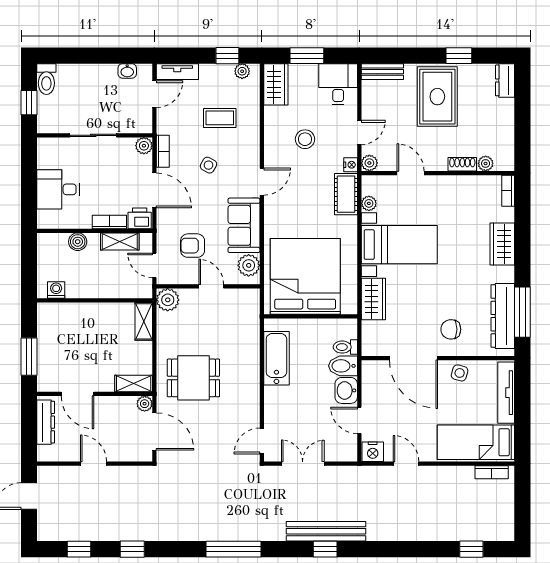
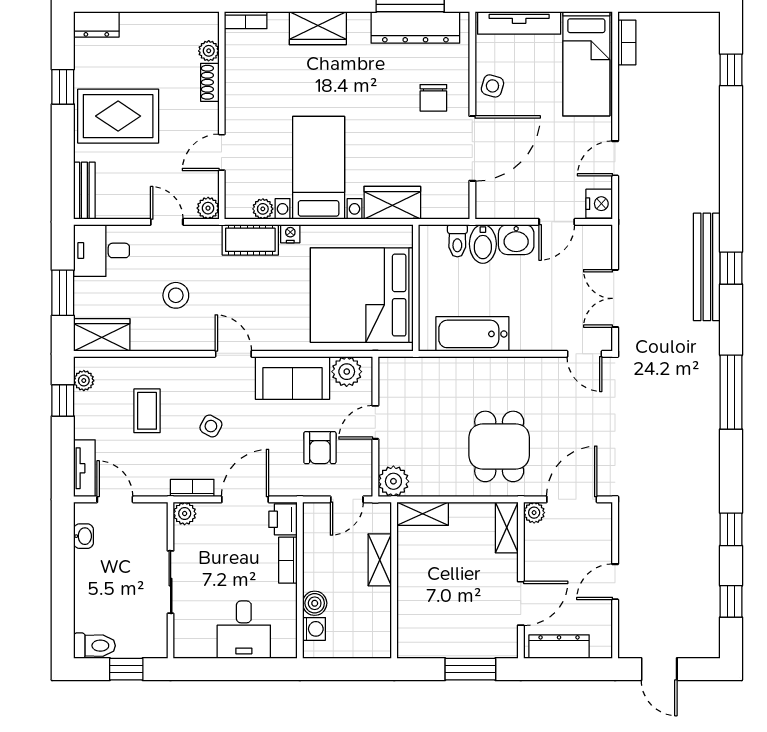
nightstand: (351, 165) -> (290, 234), moved
shelving: (120, 241) -> (380, 560), moved
washing machine: (56, 290) -> (314, 629), moved, turned 180

